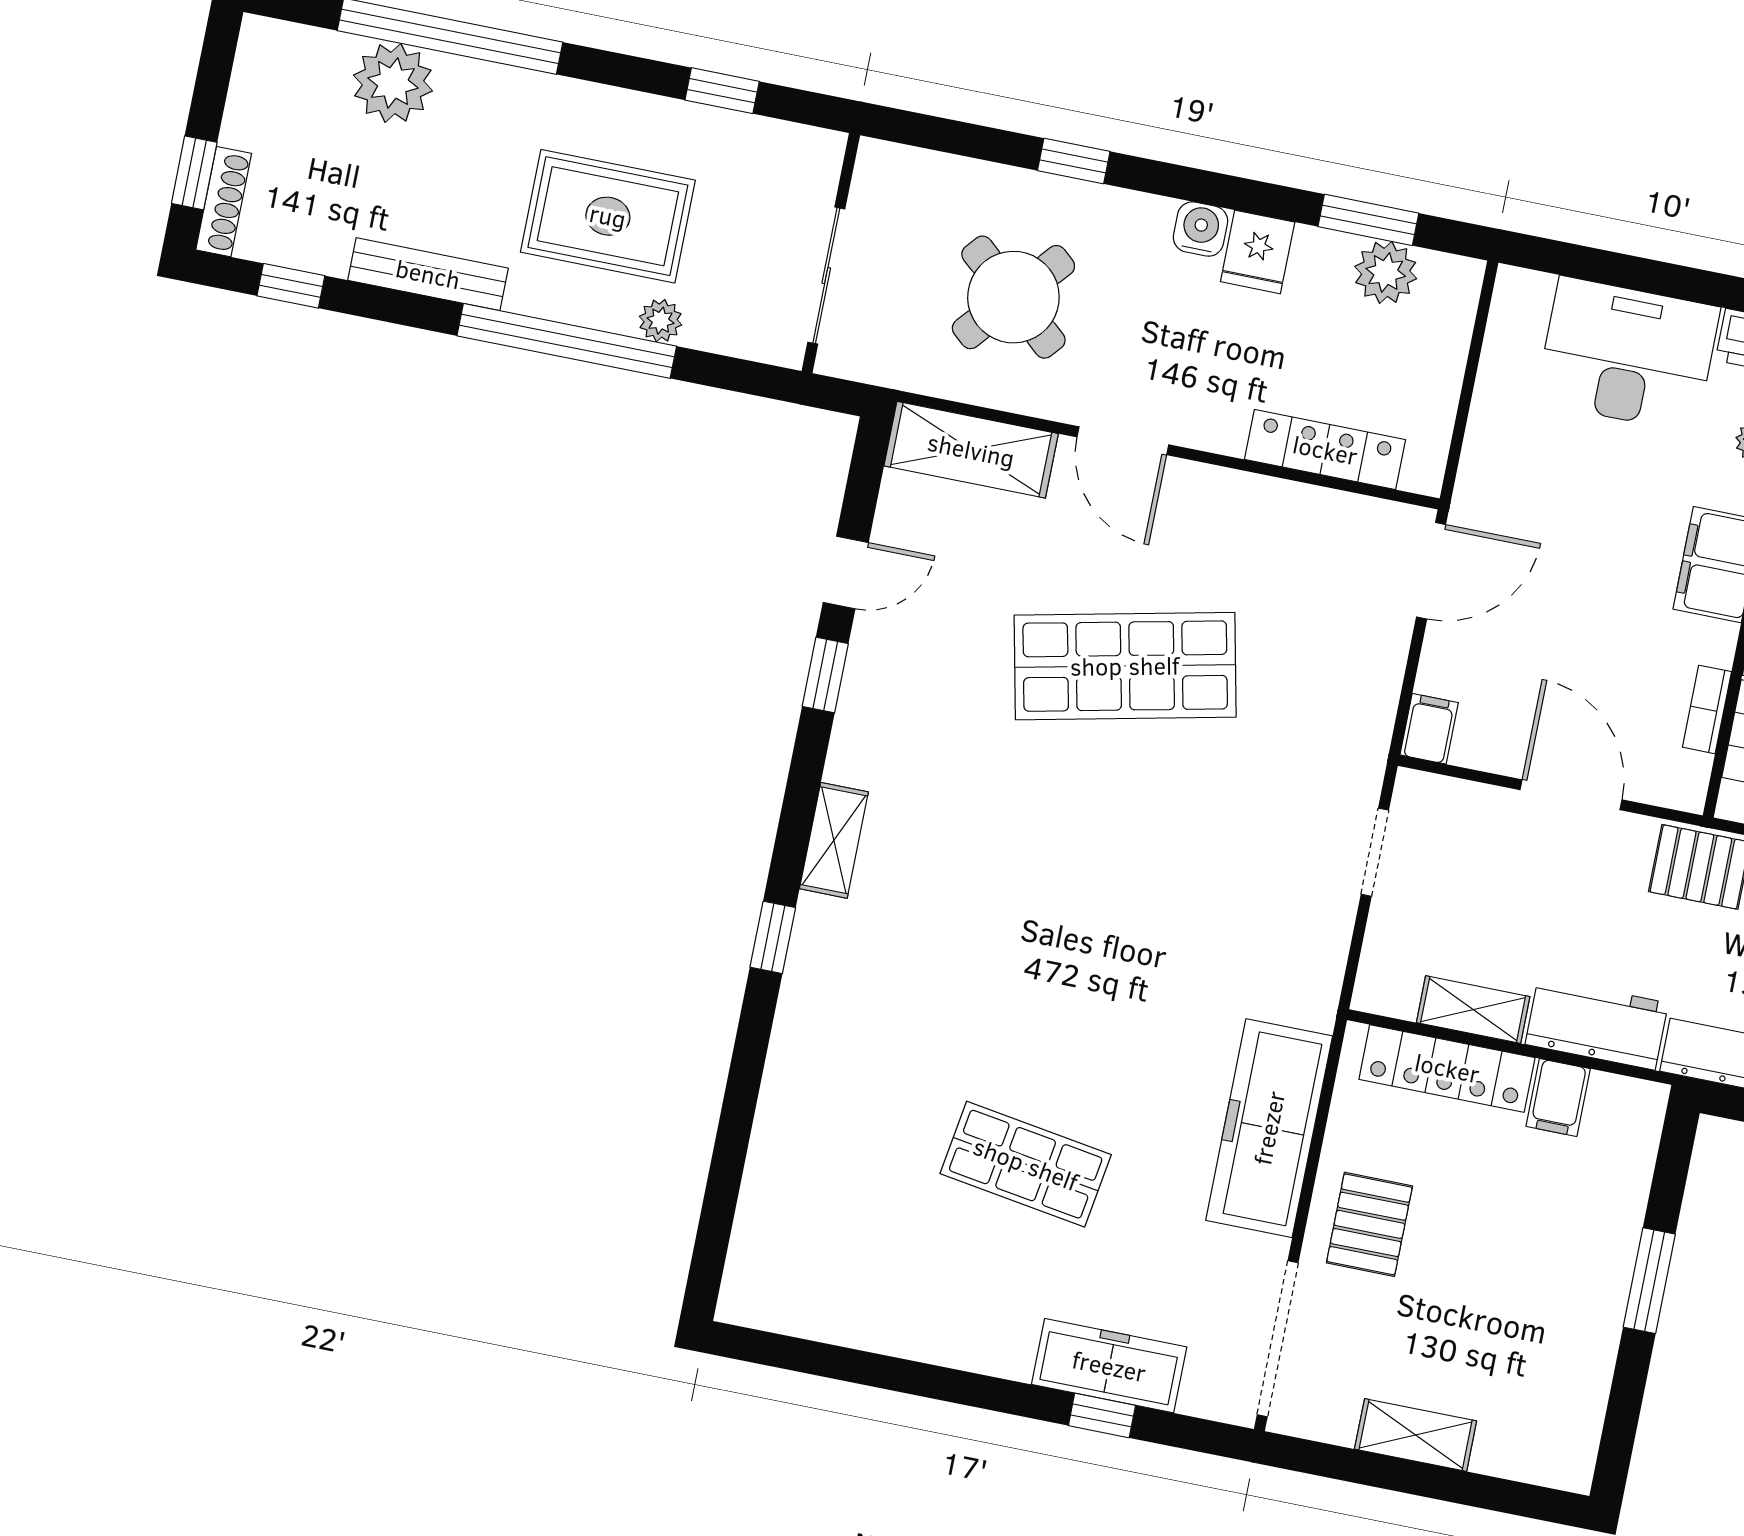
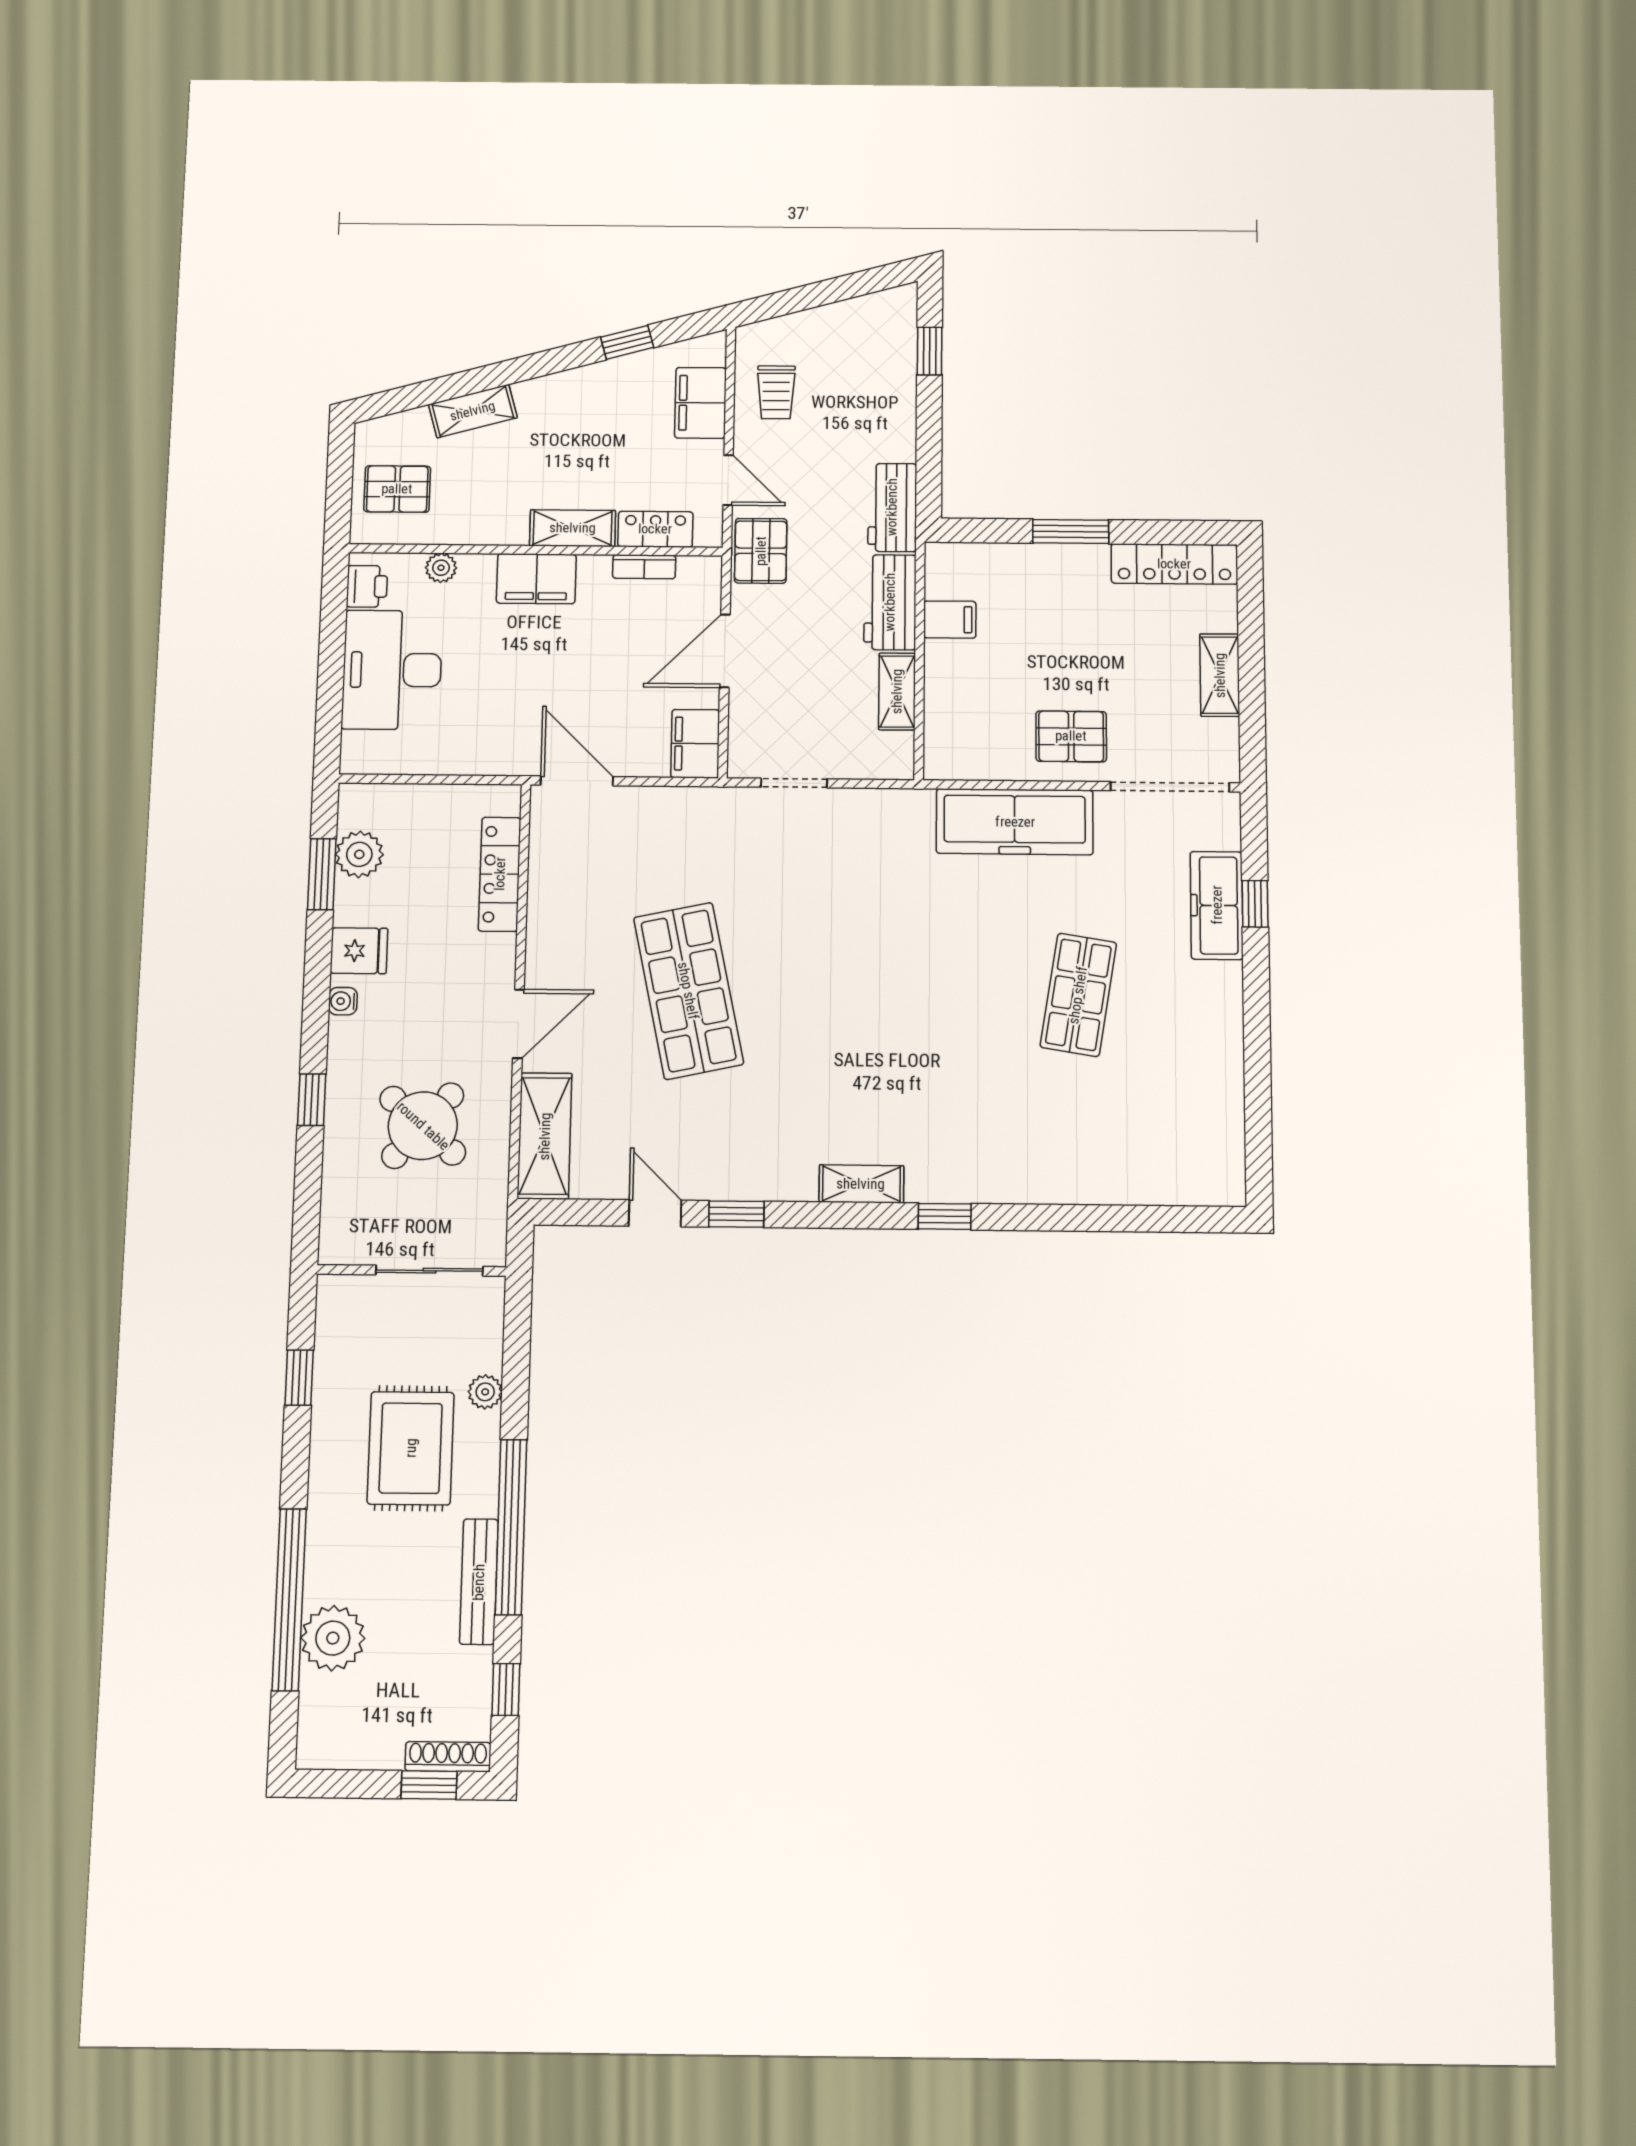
water cooler: (1200, 229) -> (343, 1001), width x0.72, depth x0.72
window: (567, 341) -> (511, 1527), moved
filing cabinet: (1429, 729) -> (695, 744), width x2.00
locker: (1447, 1068) -> (1174, 564), moved, turned 90

